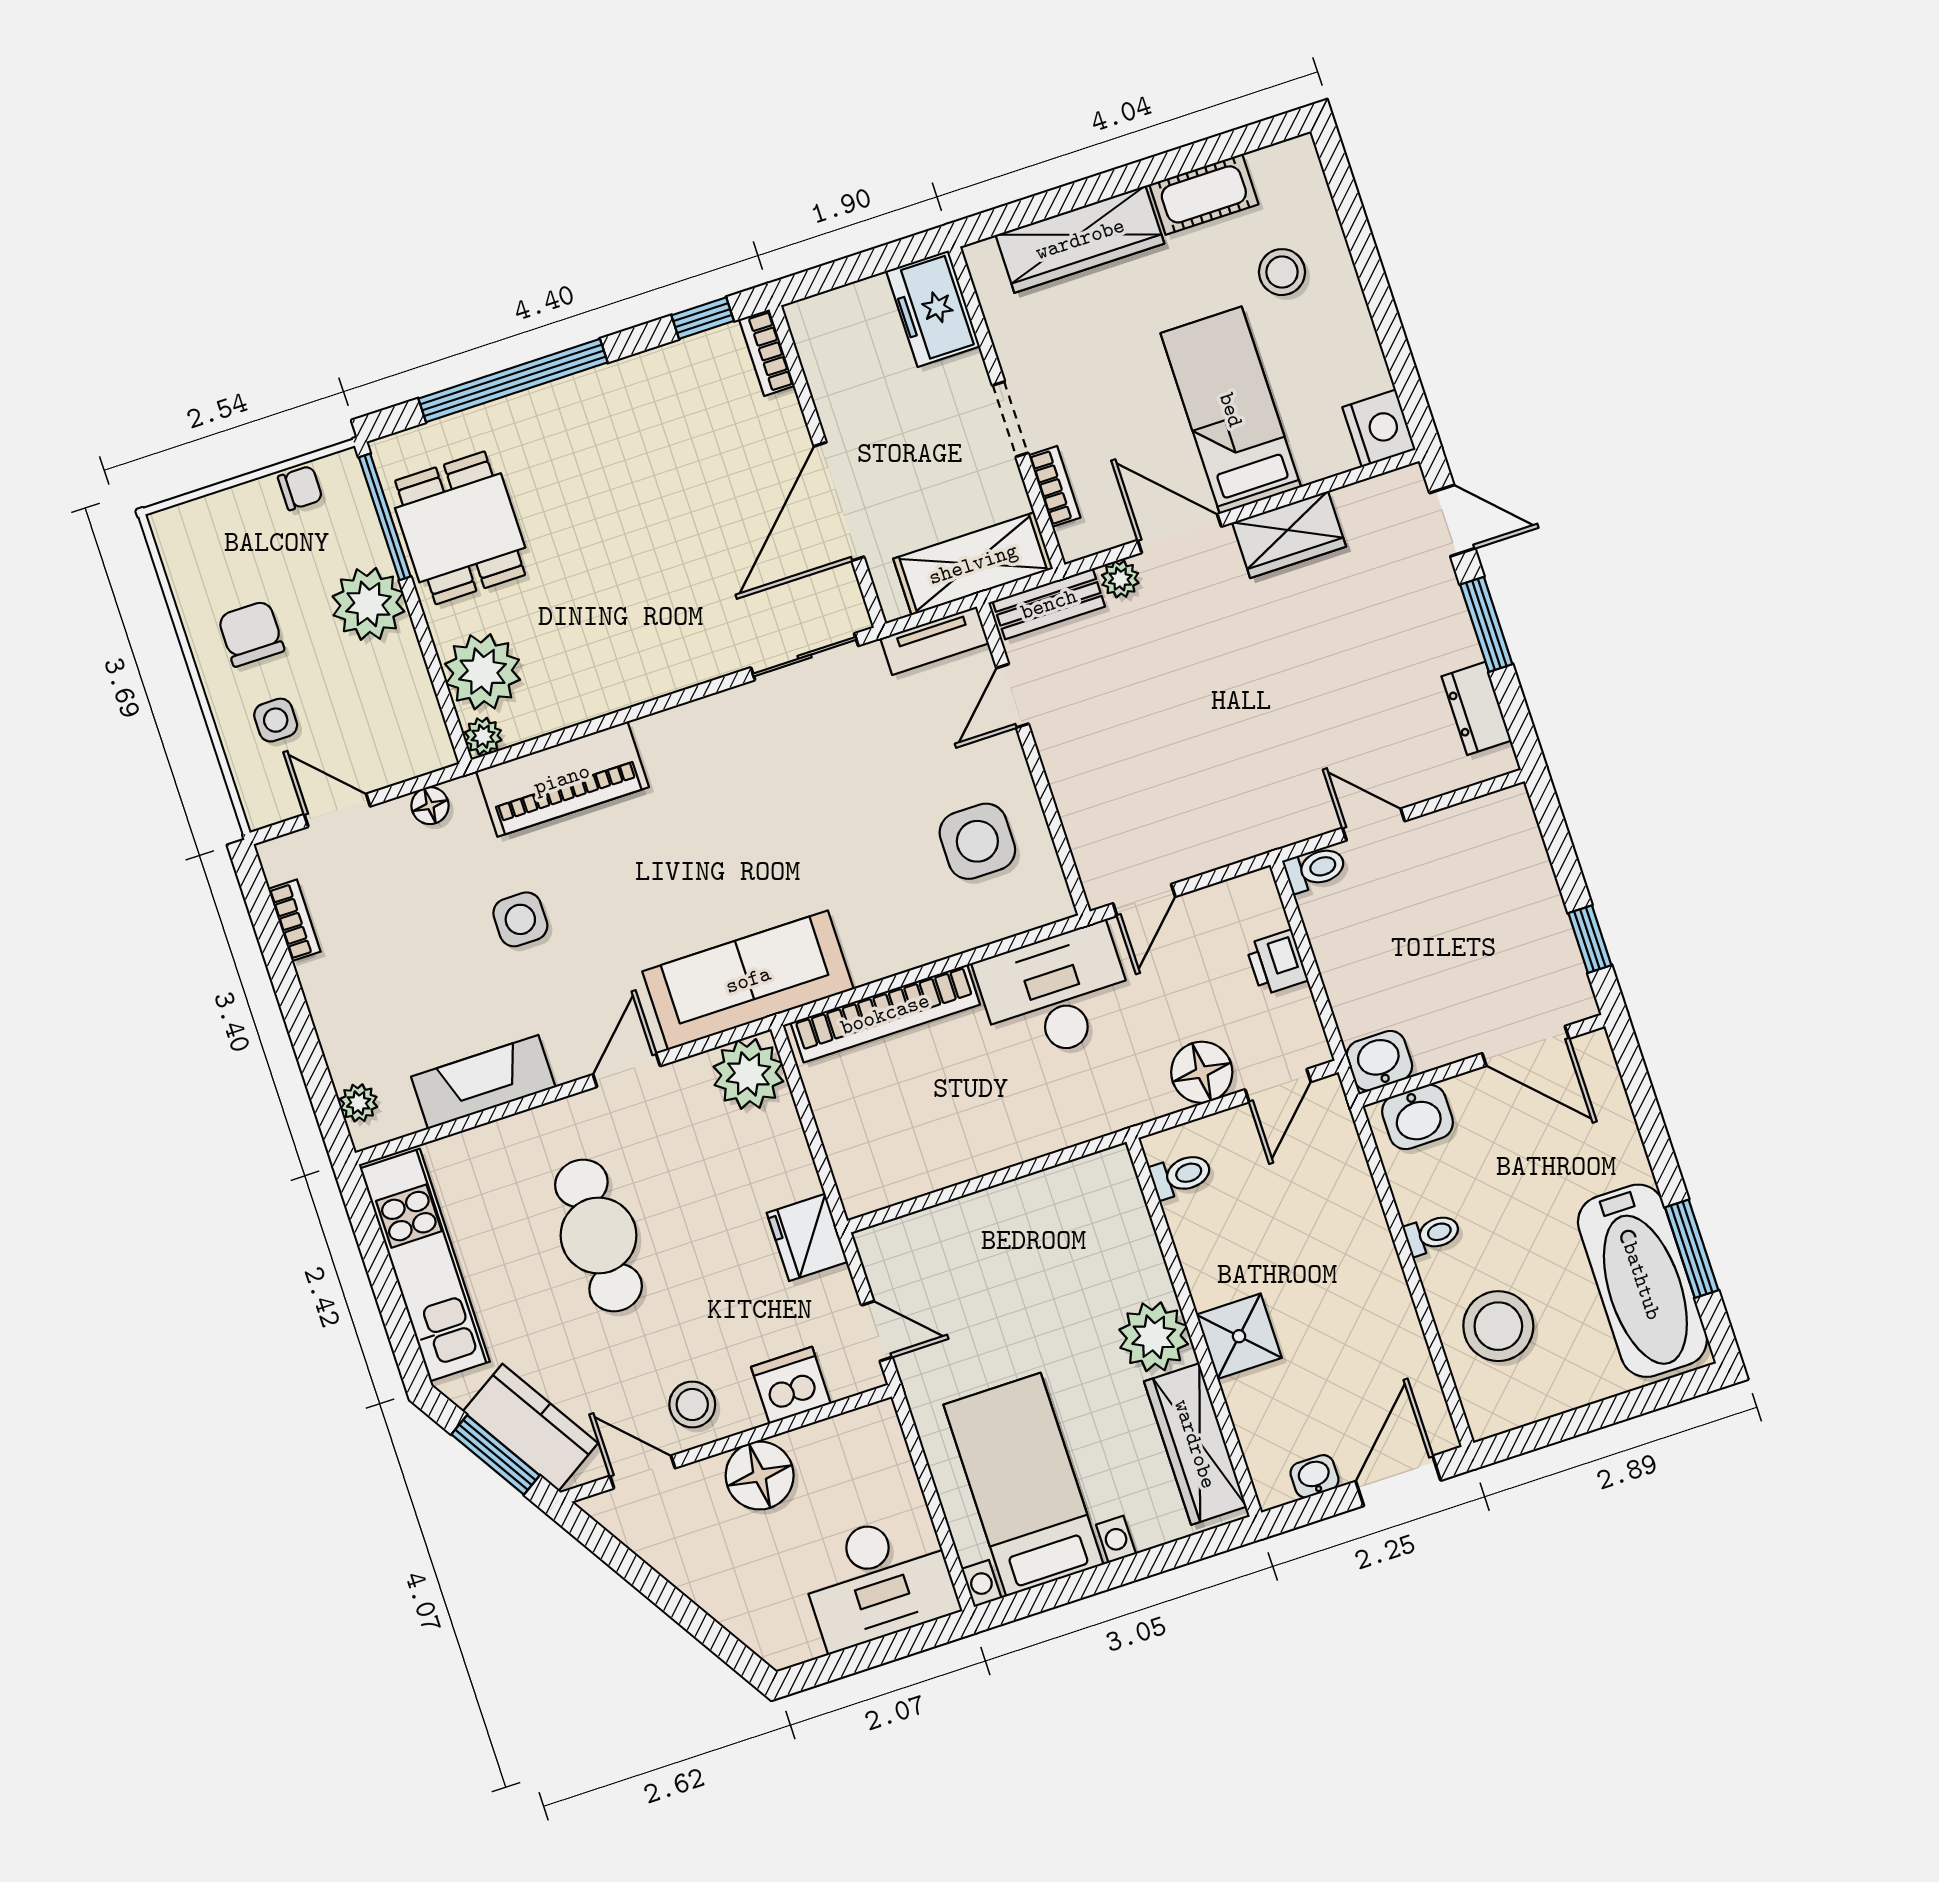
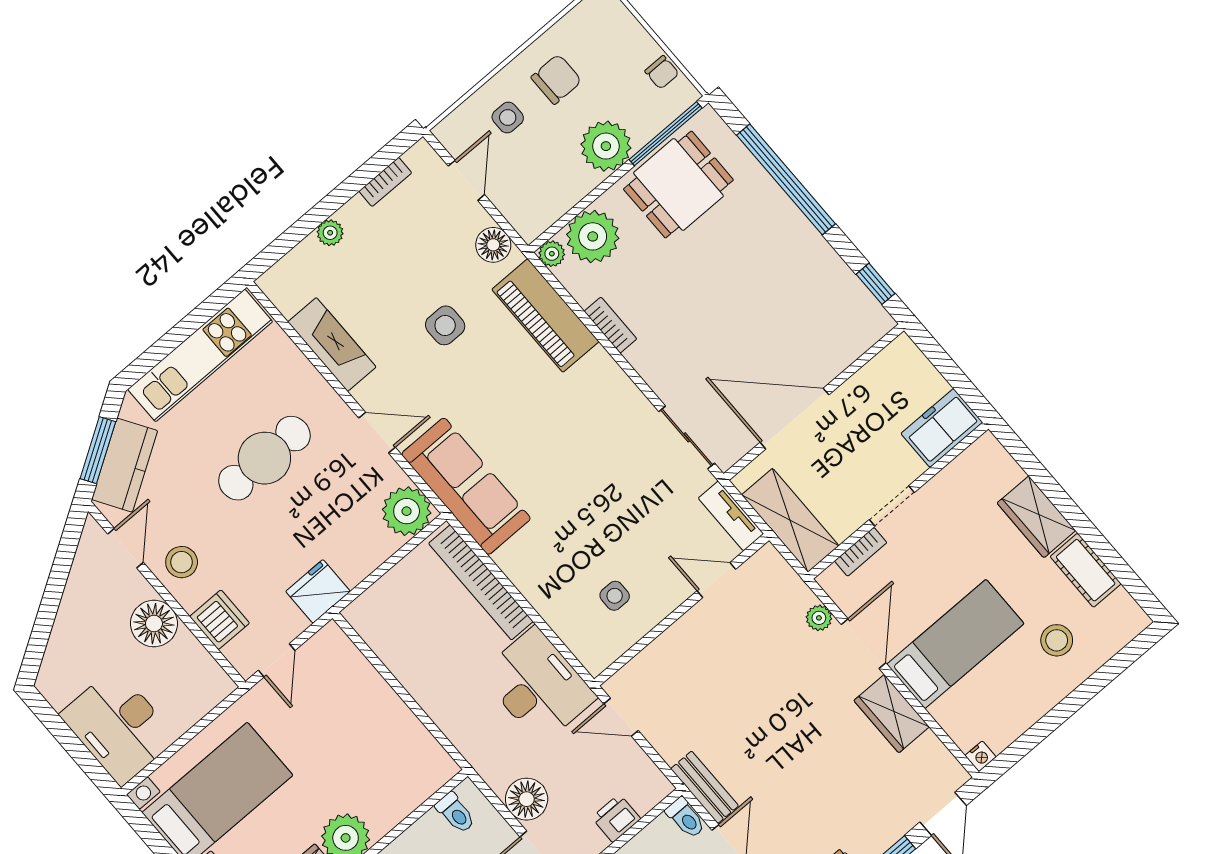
wardrobe: (1080, 239) -> (1036, 517), width x0.67
bookcase: (767, 353) -> (610, 325), moved, turned 90
nightstand: (1379, 428) -> (981, 756), width x0.53, depth x0.56
bench: (1049, 604) -> (705, 787), moved
floor lamp: (430, 806) -> (493, 245), width x1.37, depth x1.37
side table: (977, 841) -> (615, 596), width x0.54, depth x0.54
plant: (359, 1103) -> (330, 233), moved

